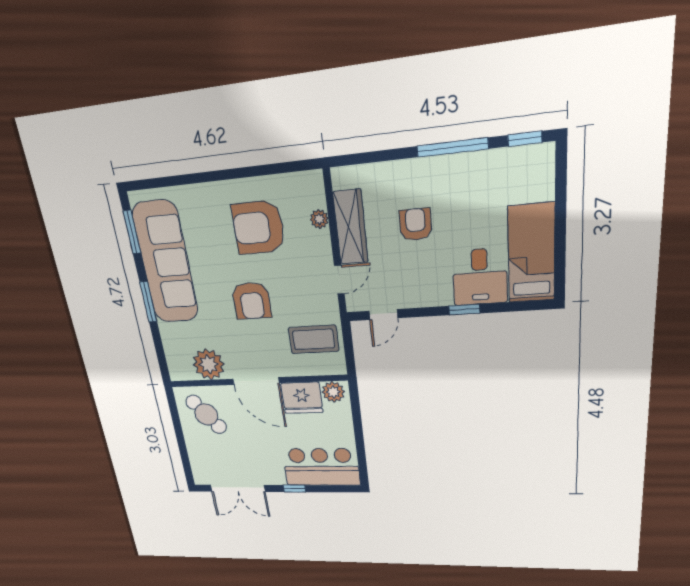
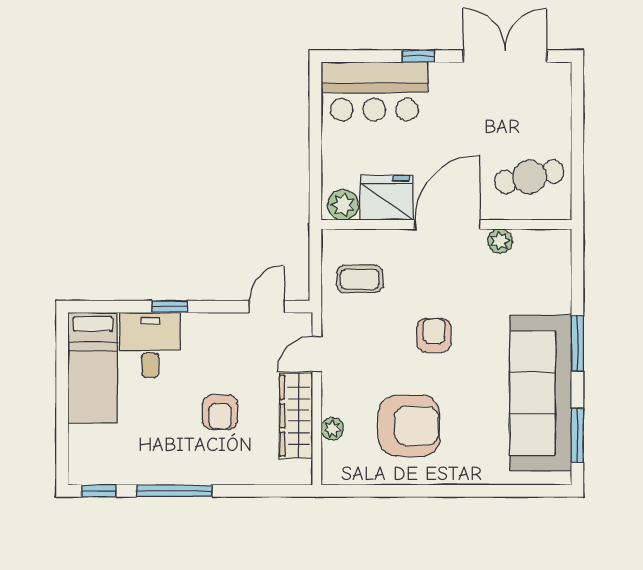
armchair: (252, 301) -> (434, 335), width x0.72, depth x0.72
coffee table: (314, 339) -> (360, 279), width x0.73, depth x0.77
plant: (209, 364) -> (500, 241), width x0.53, depth x0.53
door: (256, 381) -> (447, 225), hinge flipped
cafe table: (206, 414) -> (529, 177), turned -64

